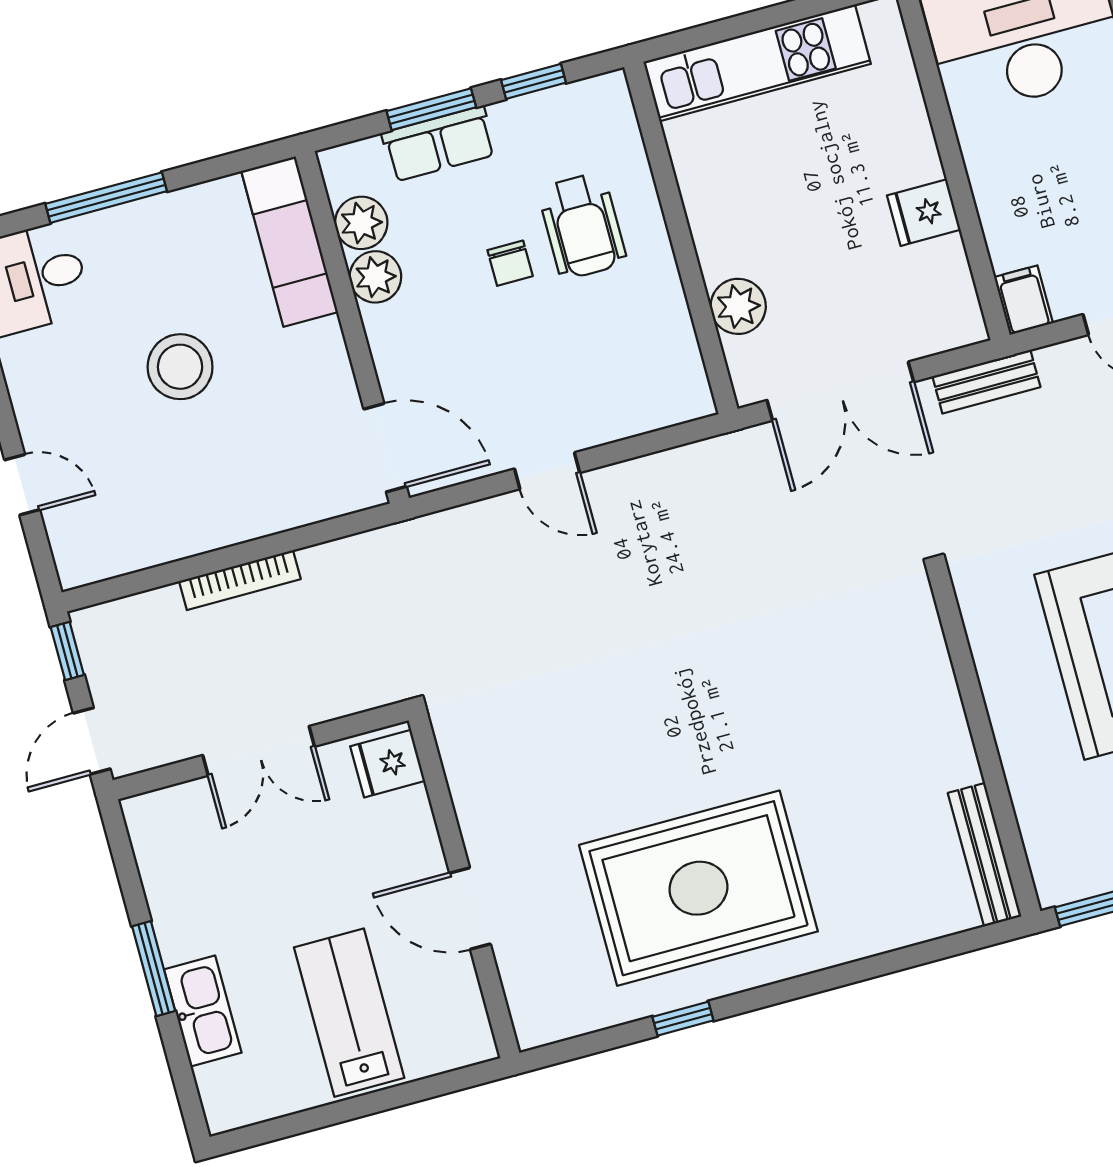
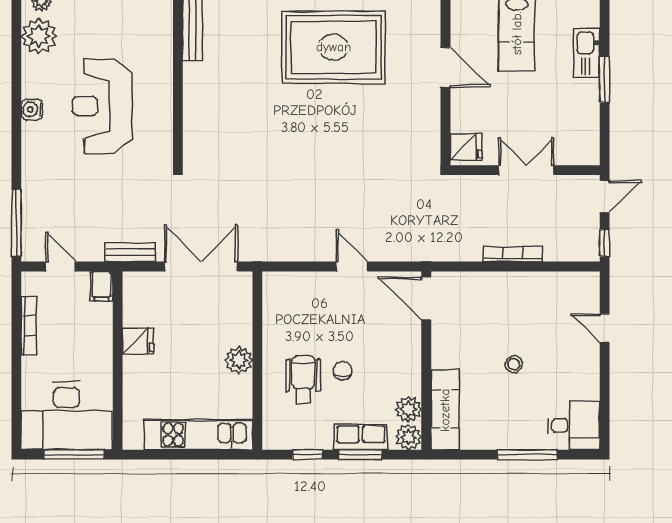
plant: (375, 277) -> (409, 437), moved
plant: (738, 306) -> (239, 360), moved
stool: (180, 367) -> (514, 364), width x0.53, depth x0.53

